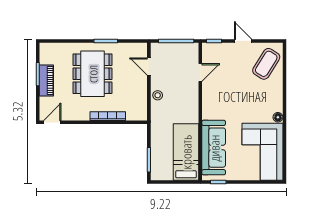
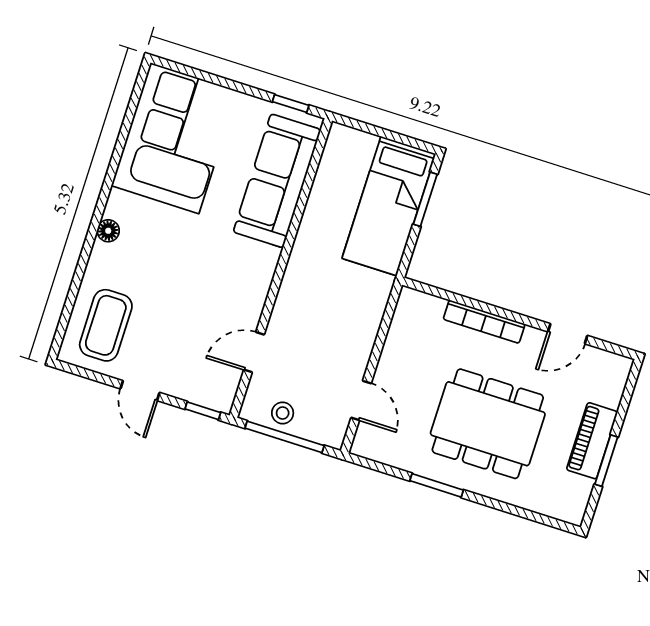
coffee table: (266, 64) -> (106, 325), turned -32
dining table: (92, 74) -> (488, 424), turned 90
stool: (158, 95) -> (283, 413), moved
floor lamp: (278, 117) -> (108, 231), moved
door: (52, 122) -> (568, 334), moved
bed: (186, 152) -> (389, 206), moved

